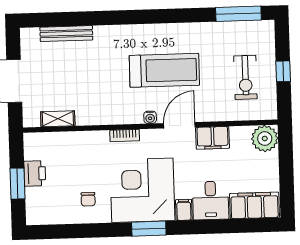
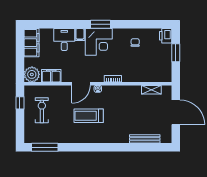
treadmill: (164, 70) -> (89, 116), width x0.73, depth x0.73
window: (283, 71) -> (20, 103), moved
filing cabinet: (213, 138) -> (51, 76), moved
printer: (35, 173) -> (166, 36), moved
corner desk: (142, 190) -> (99, 42), width x0.74, depth x0.74
filing cabinet: (254, 205) -> (31, 43), moved, turned -90

